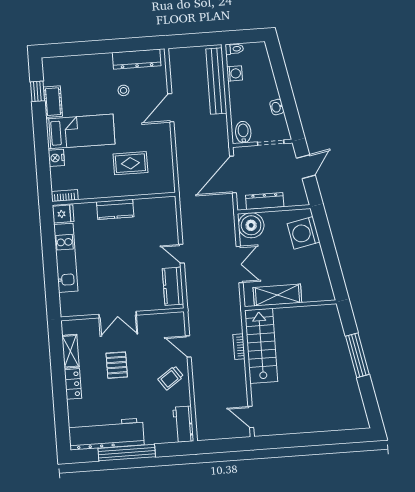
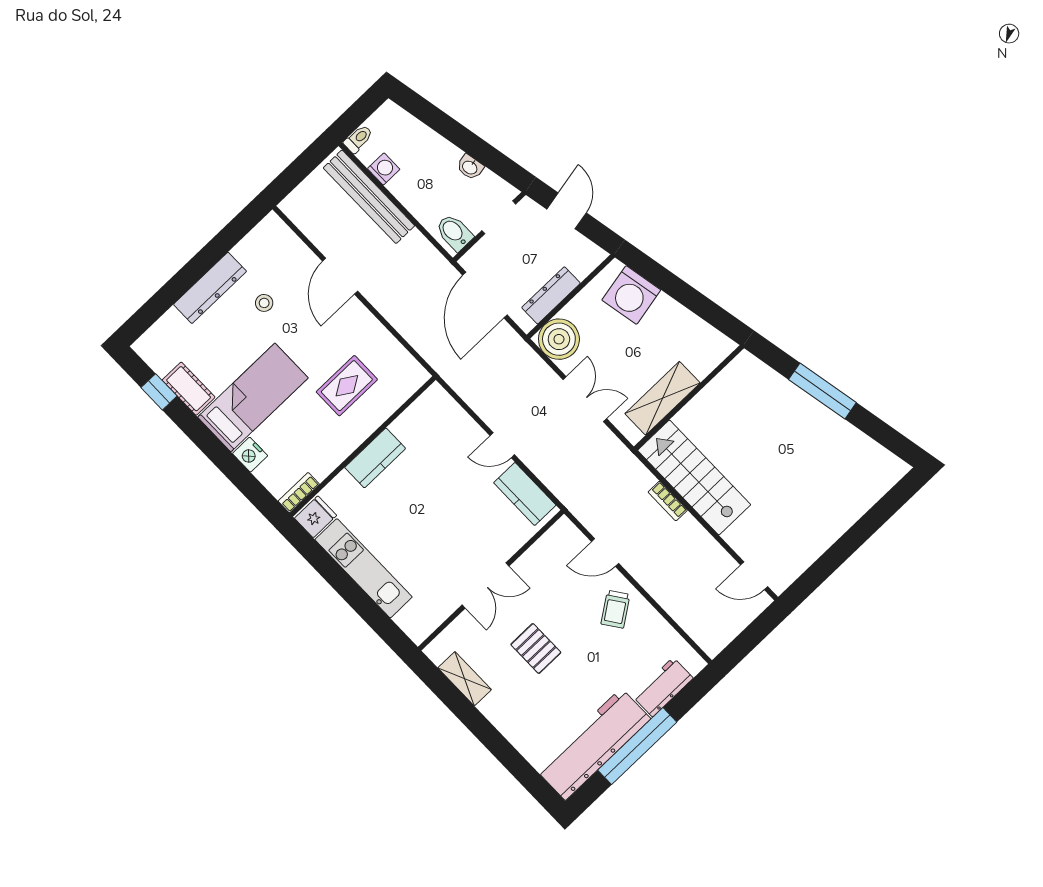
dresser: (137, 59) -> (210, 288), moved
locker: (73, 384) -> (501, 716), removed
workbench: (183, 424) -> (663, 687), moved, turned 90

